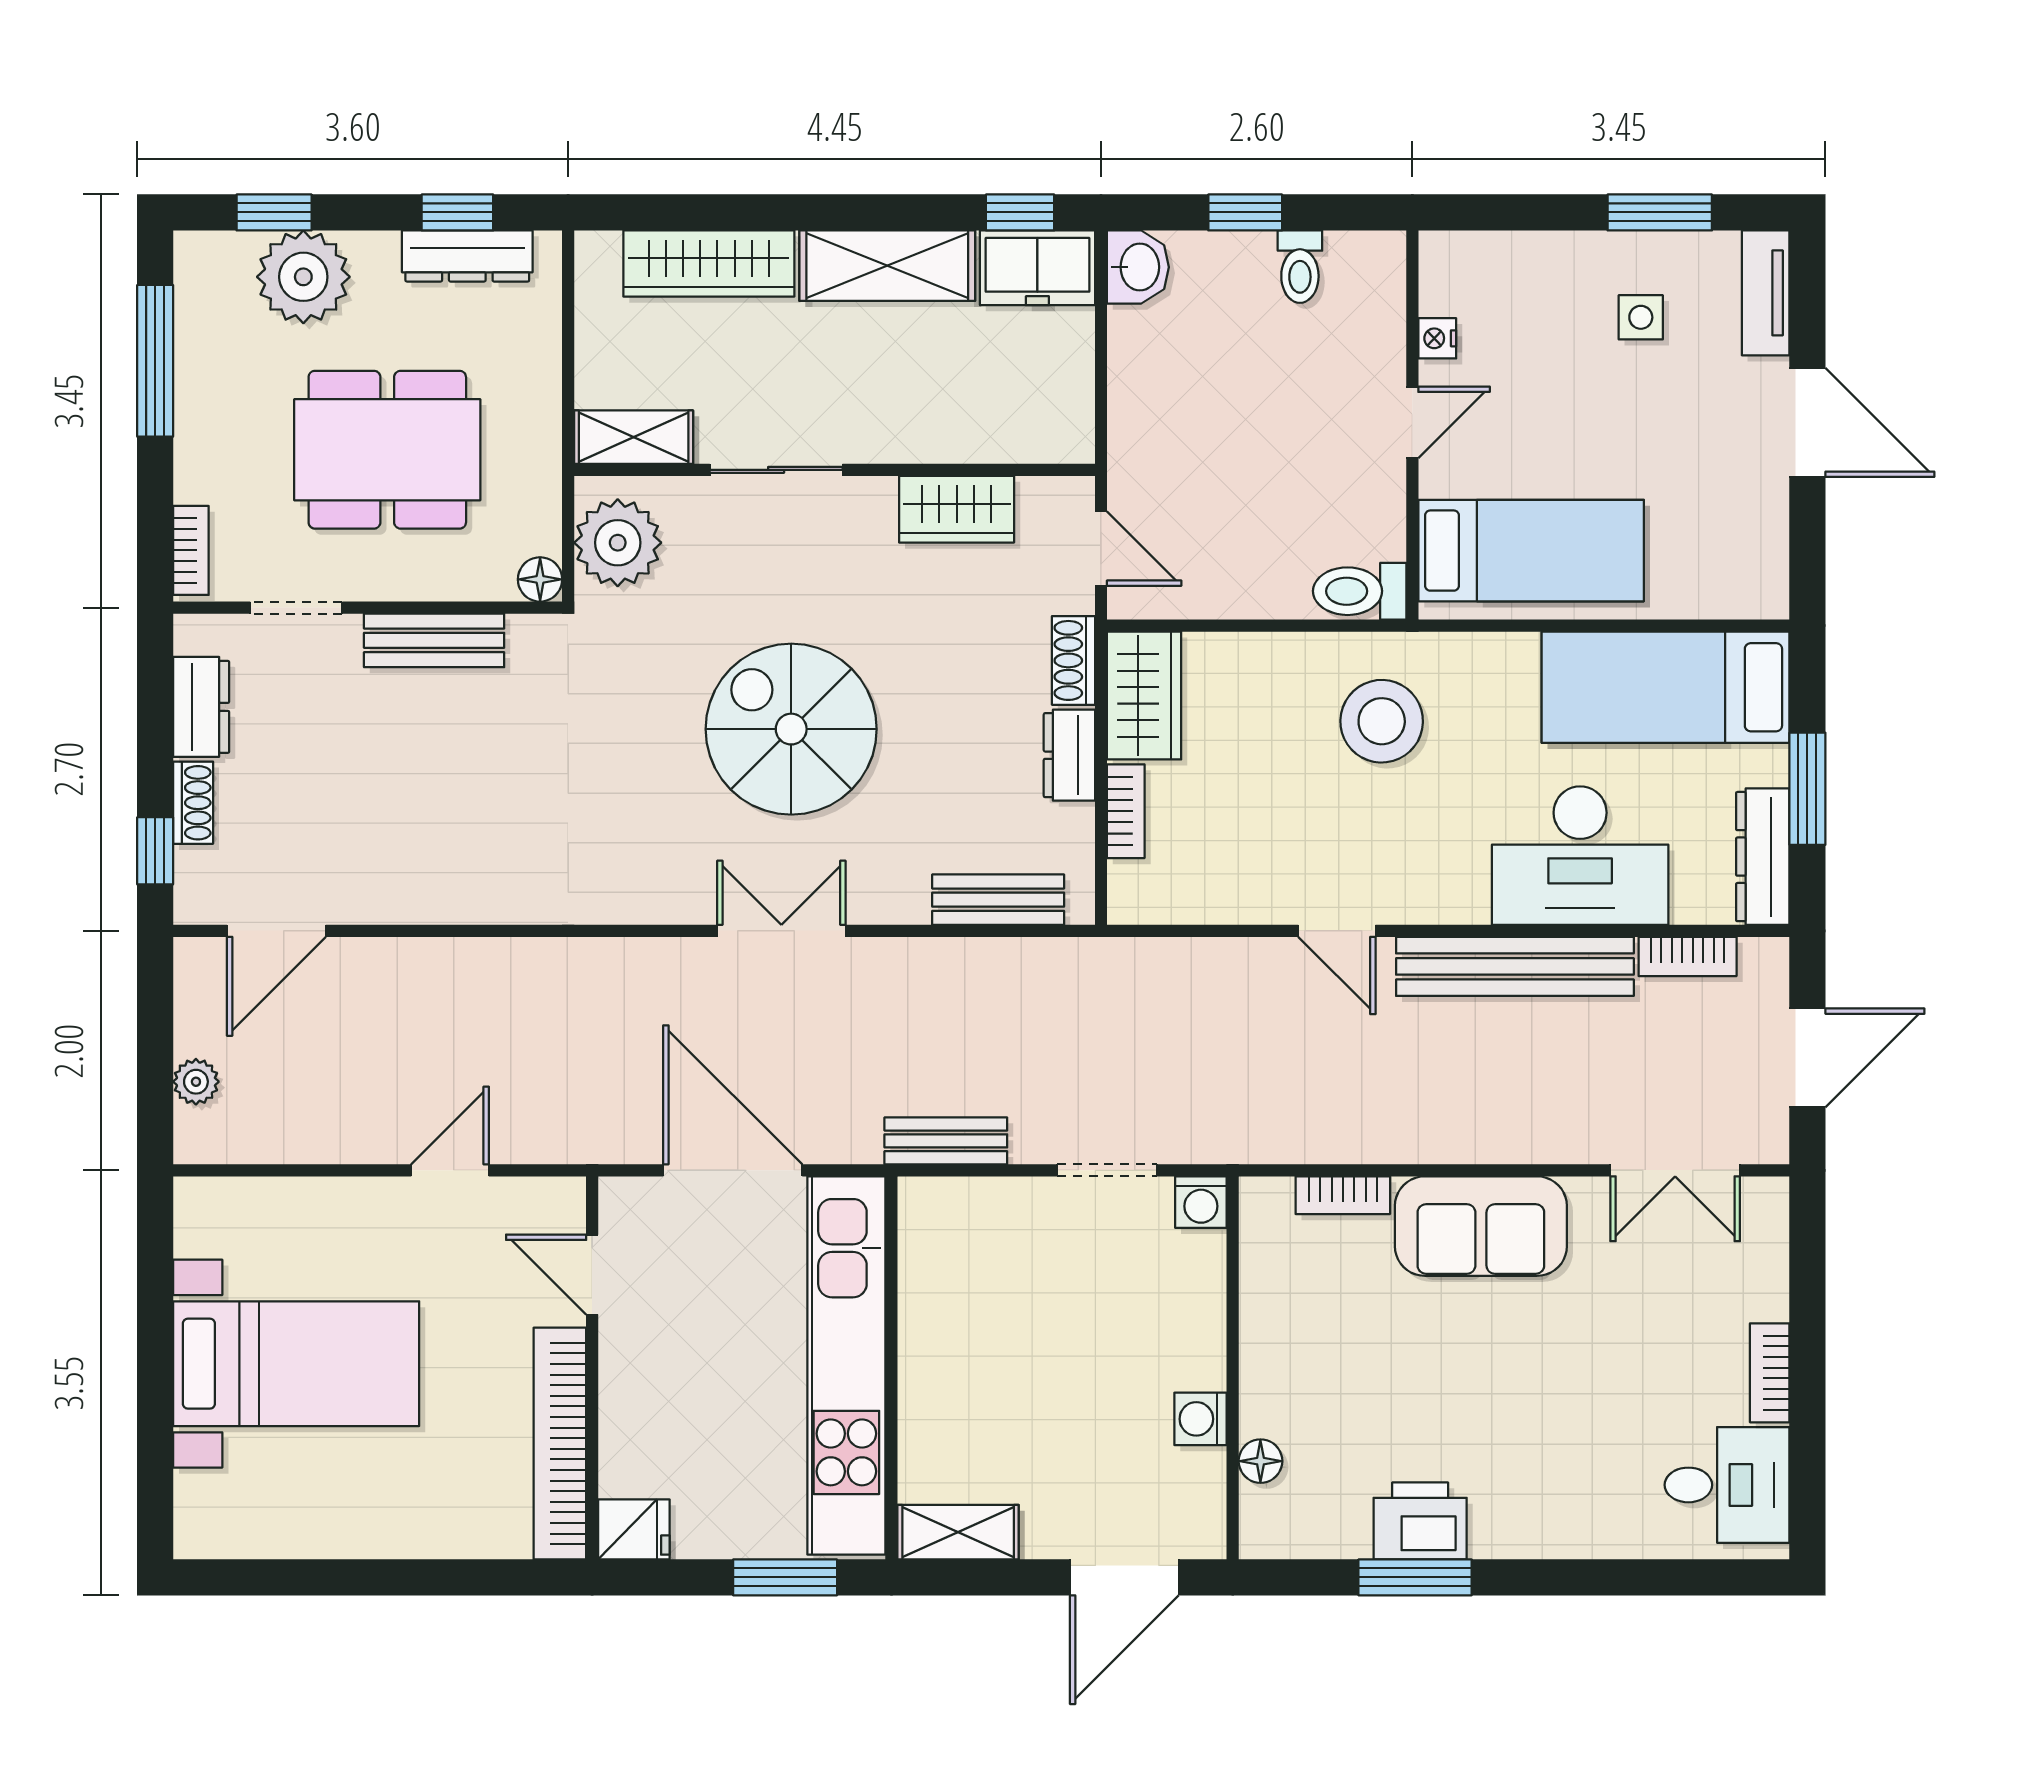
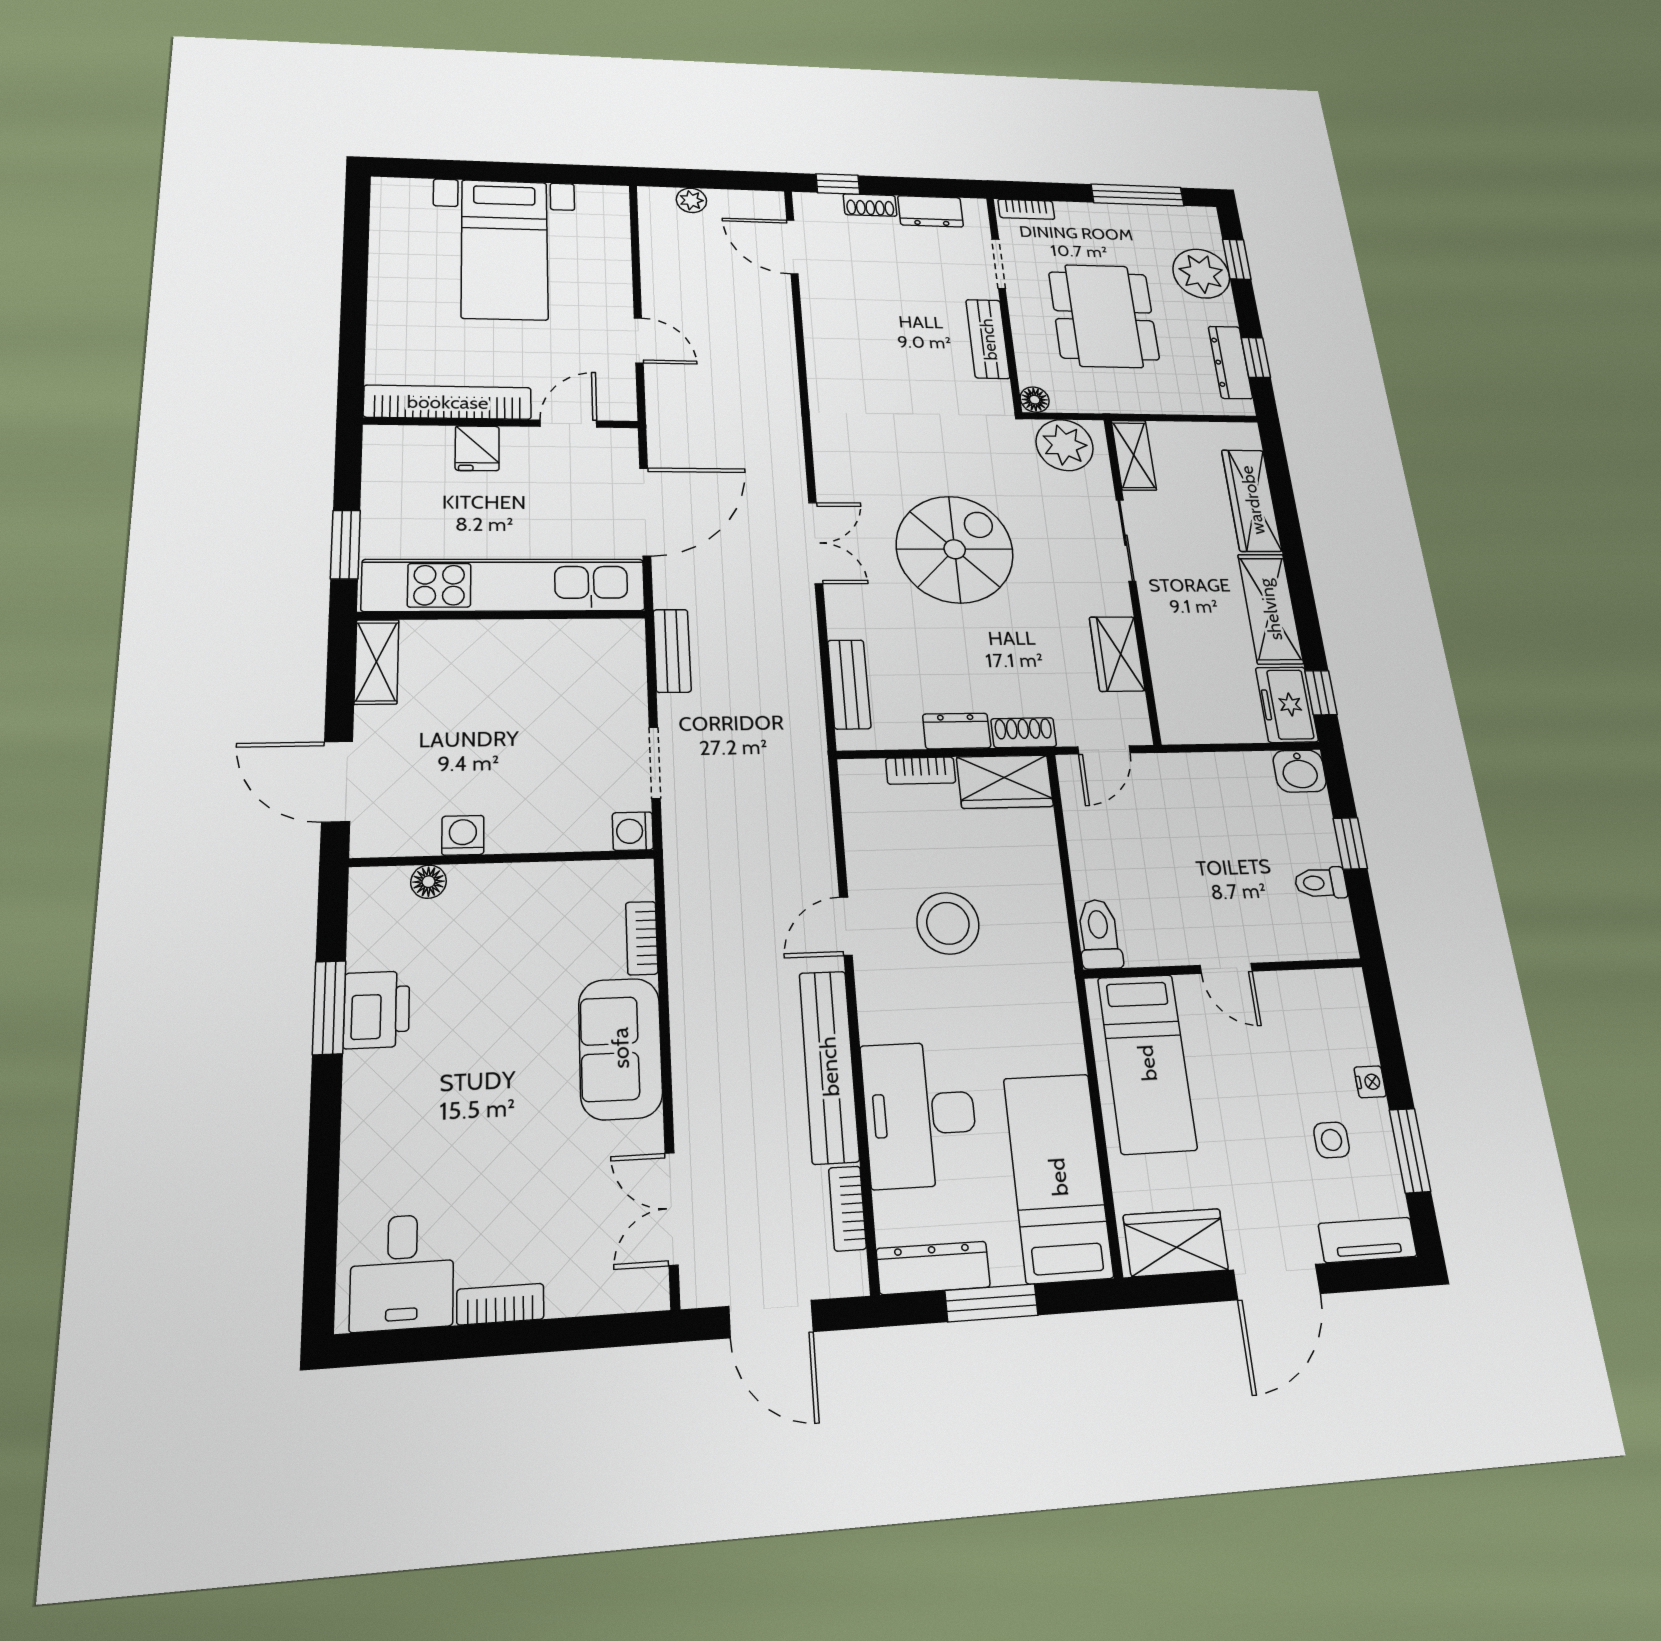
nightstand: (1437, 338) -> (1370, 1082), moved, turned 90
wardrobe: (1753, 546) -> (1176, 1242), added
stool: (1382, 721) -> (948, 923), moved
fridge: (634, 1529) -> (477, 448), moved

